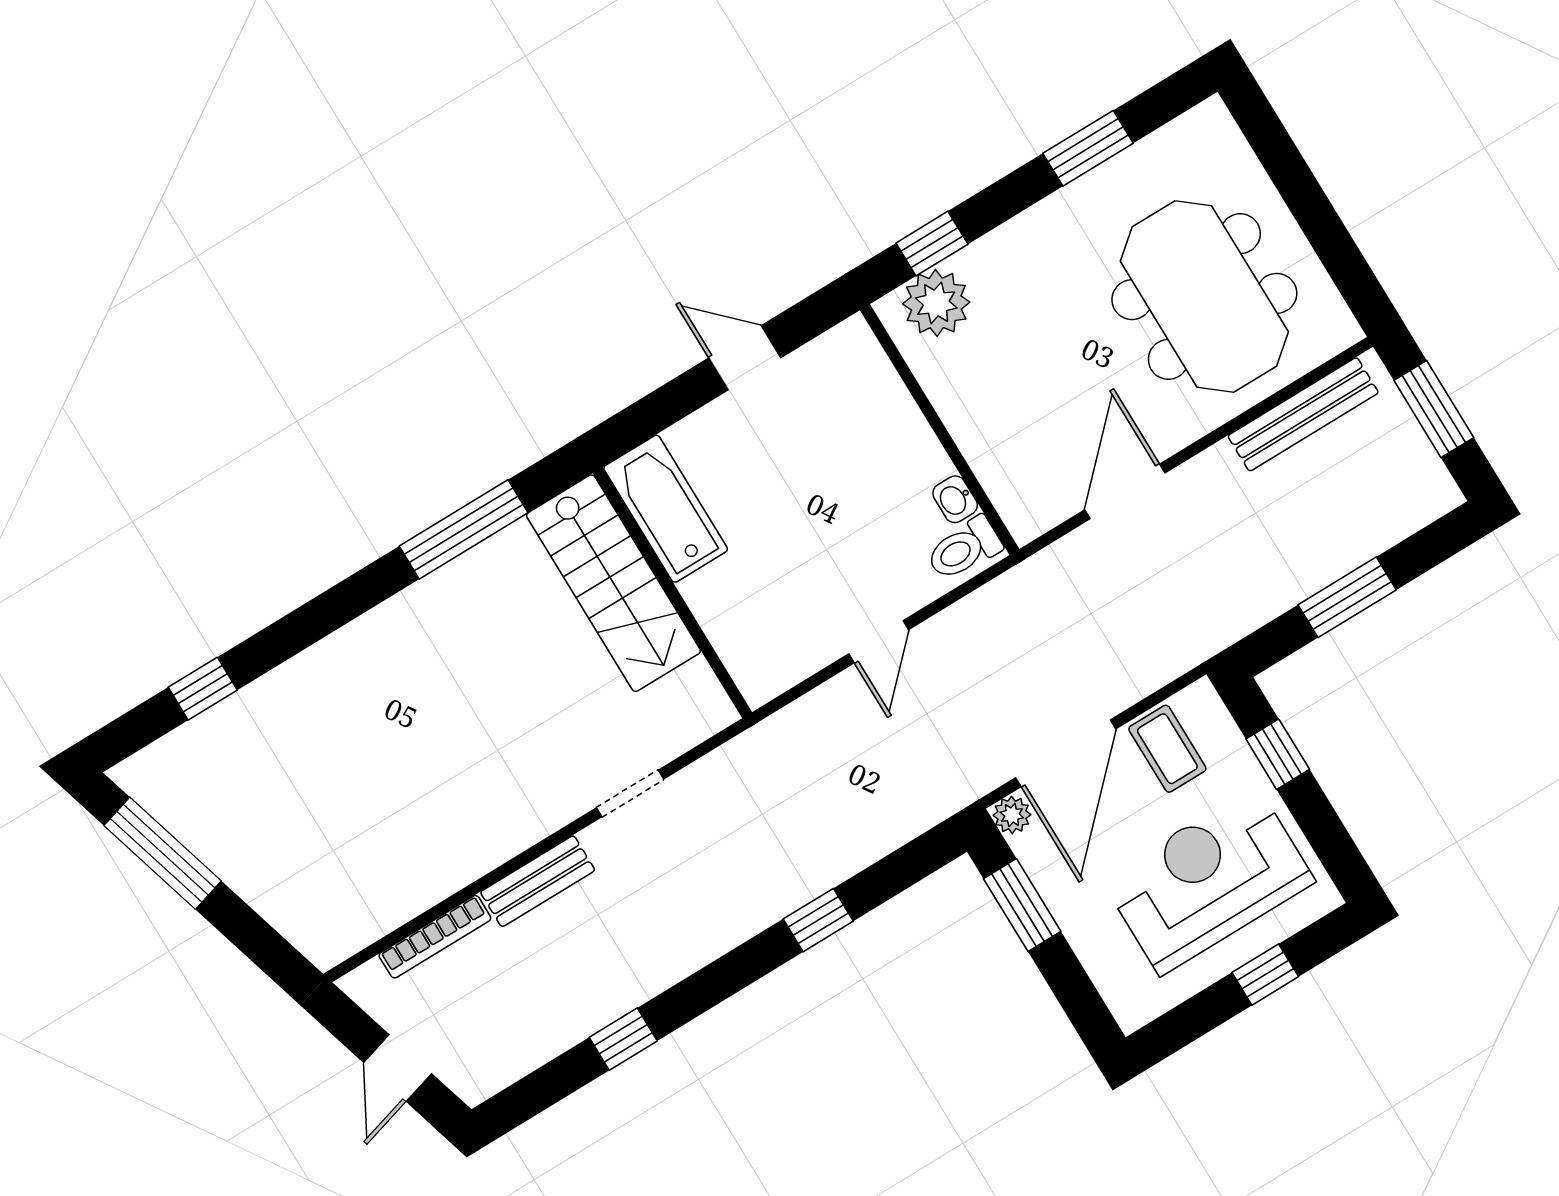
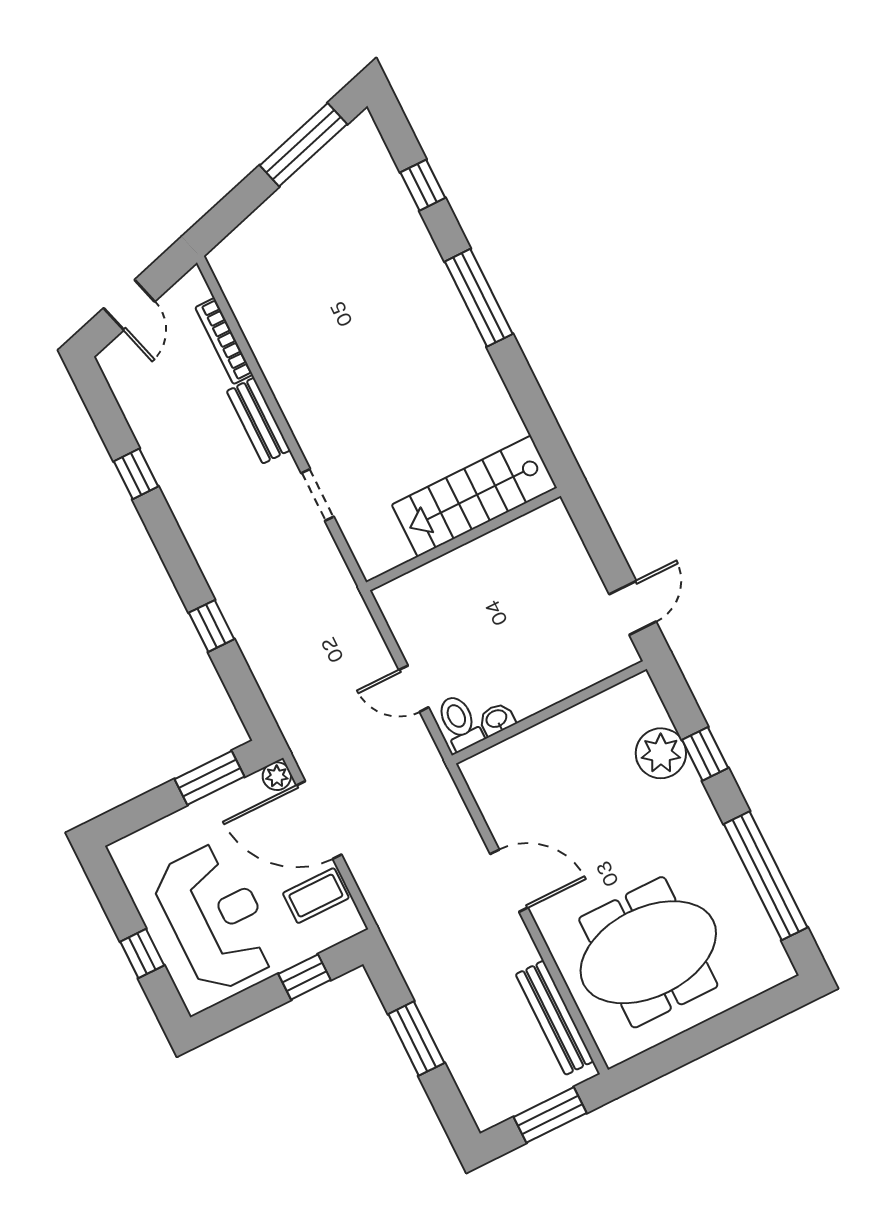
window: (1088, 148) -> (766, 876), width x2.11
wall: (940, 430) -> (549, 712), moved
washbasin: (955, 499) -> (497, 719), moved
bathtub: (666, 509) -> (526, 540), removed
window: (464, 529) -> (479, 298), moved
toilet: (964, 549) -> (460, 723), moved
door: (398, 1068) -> (129, 305), swing flipped

